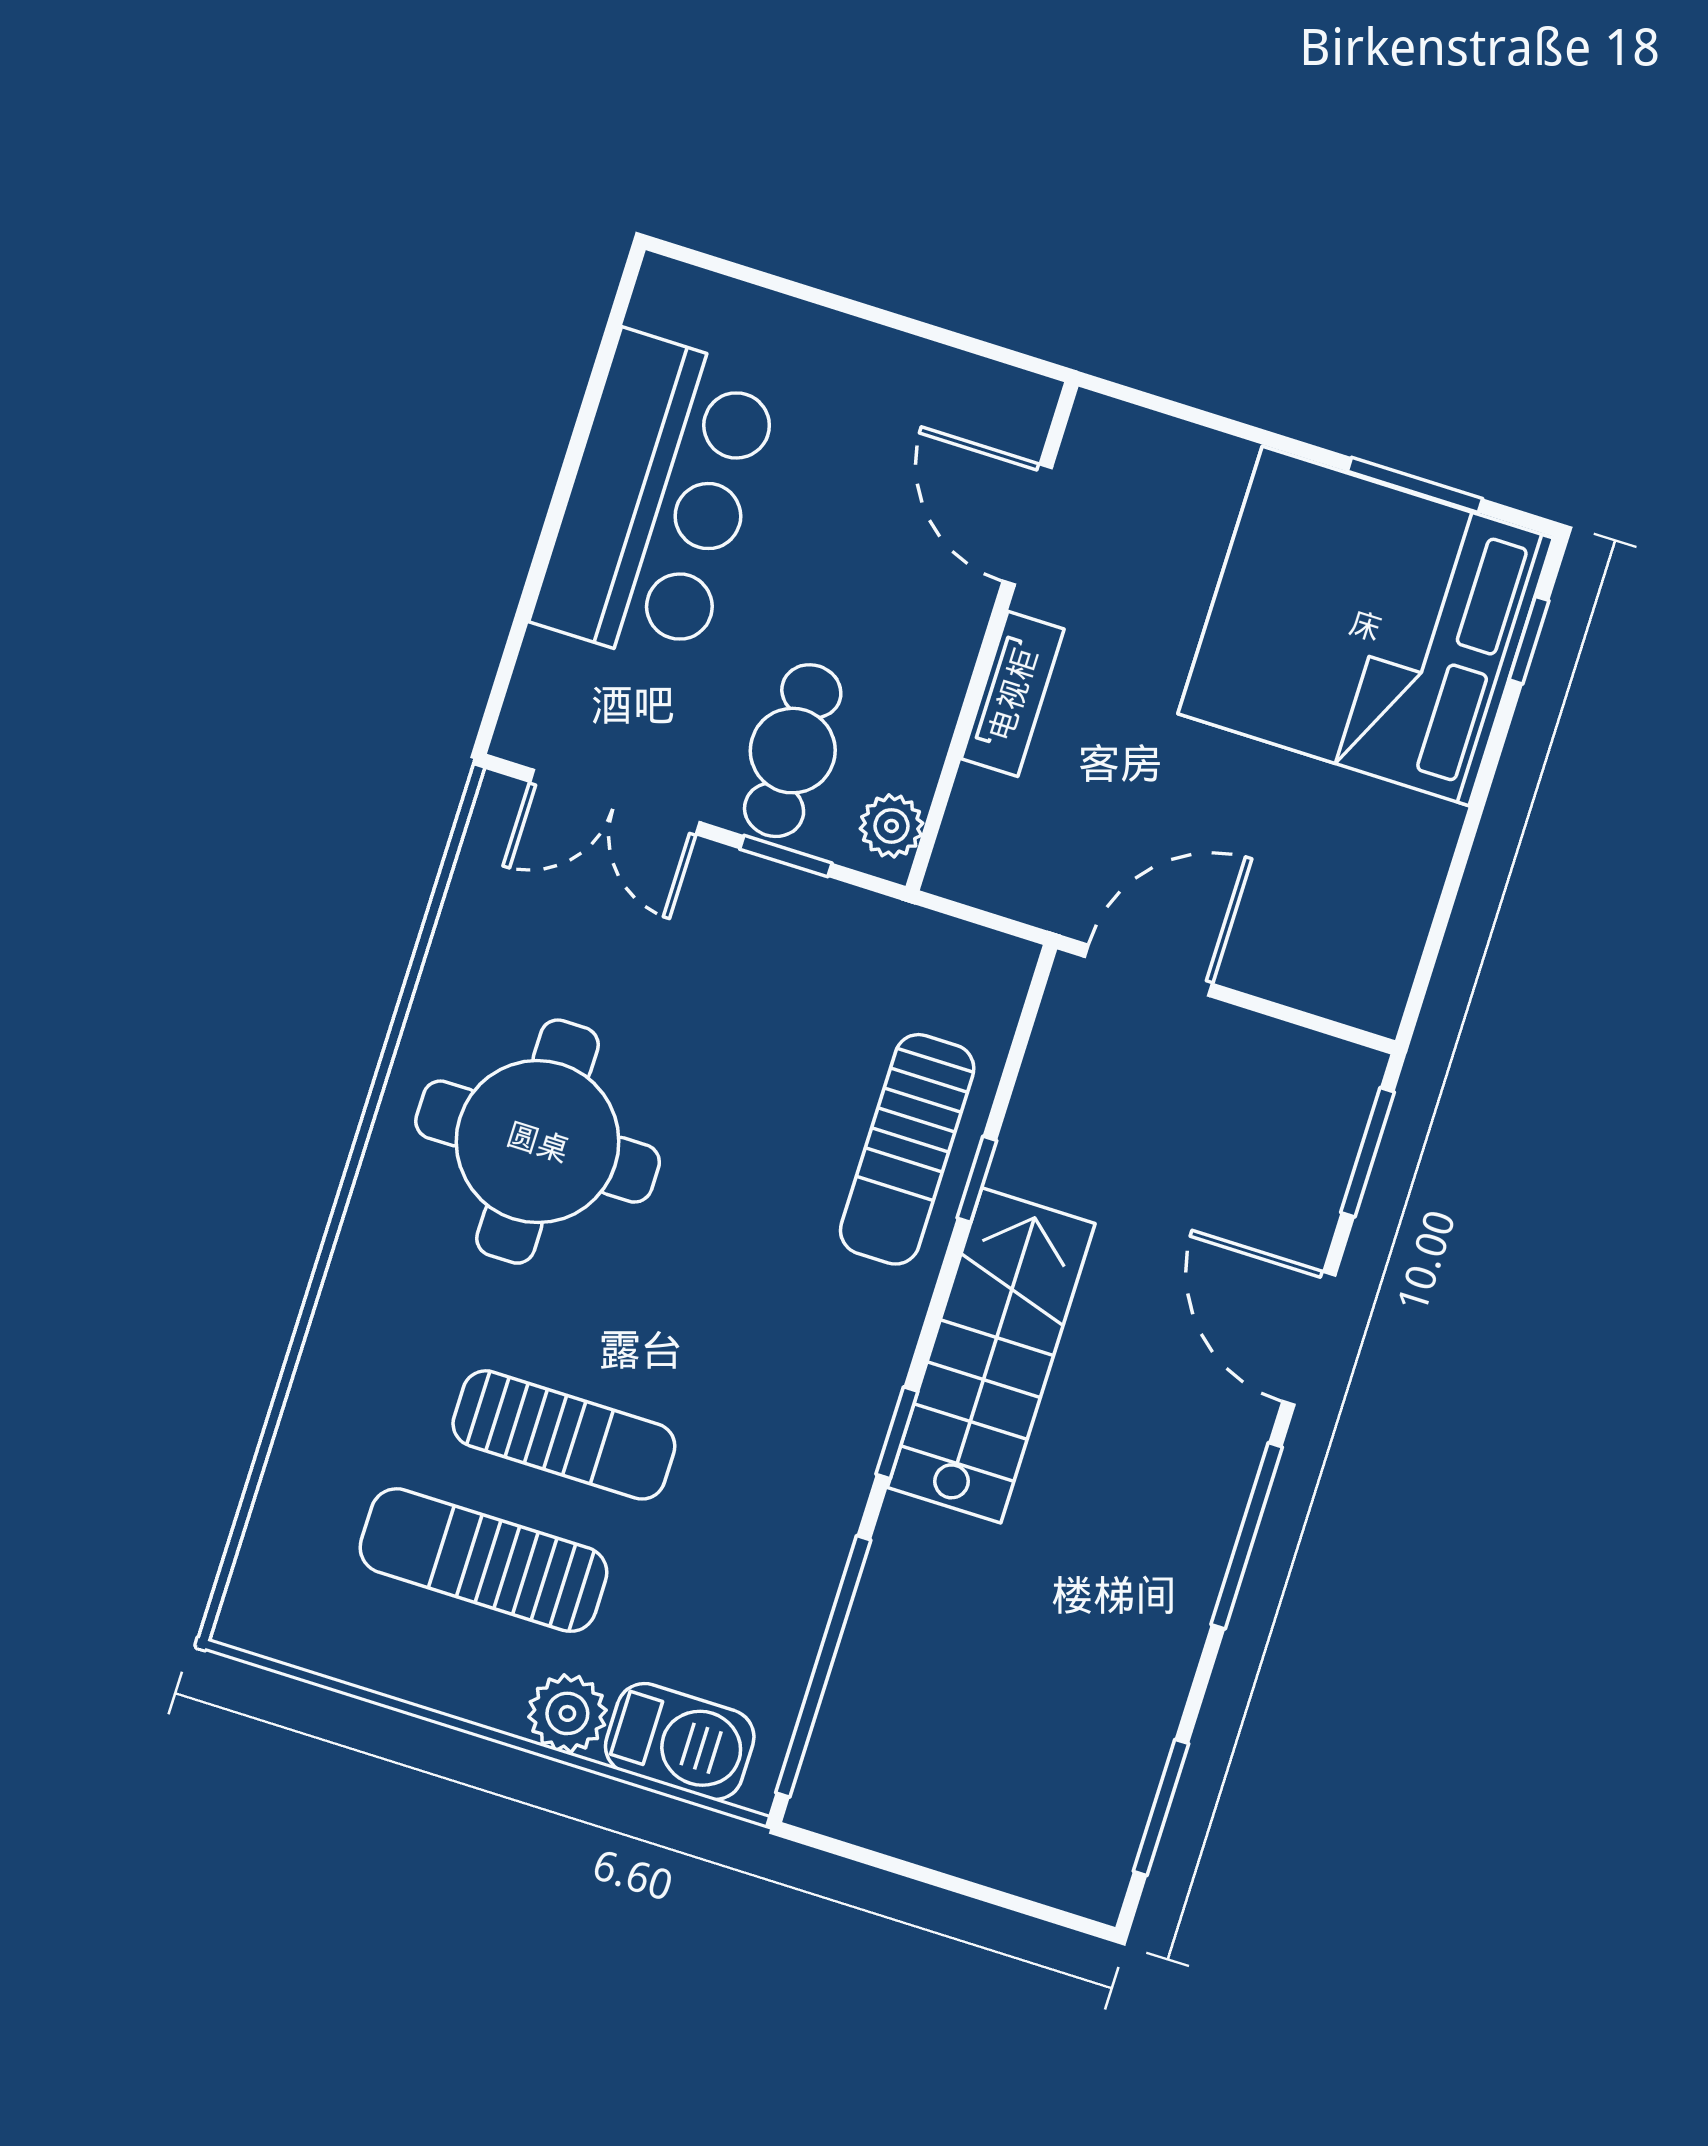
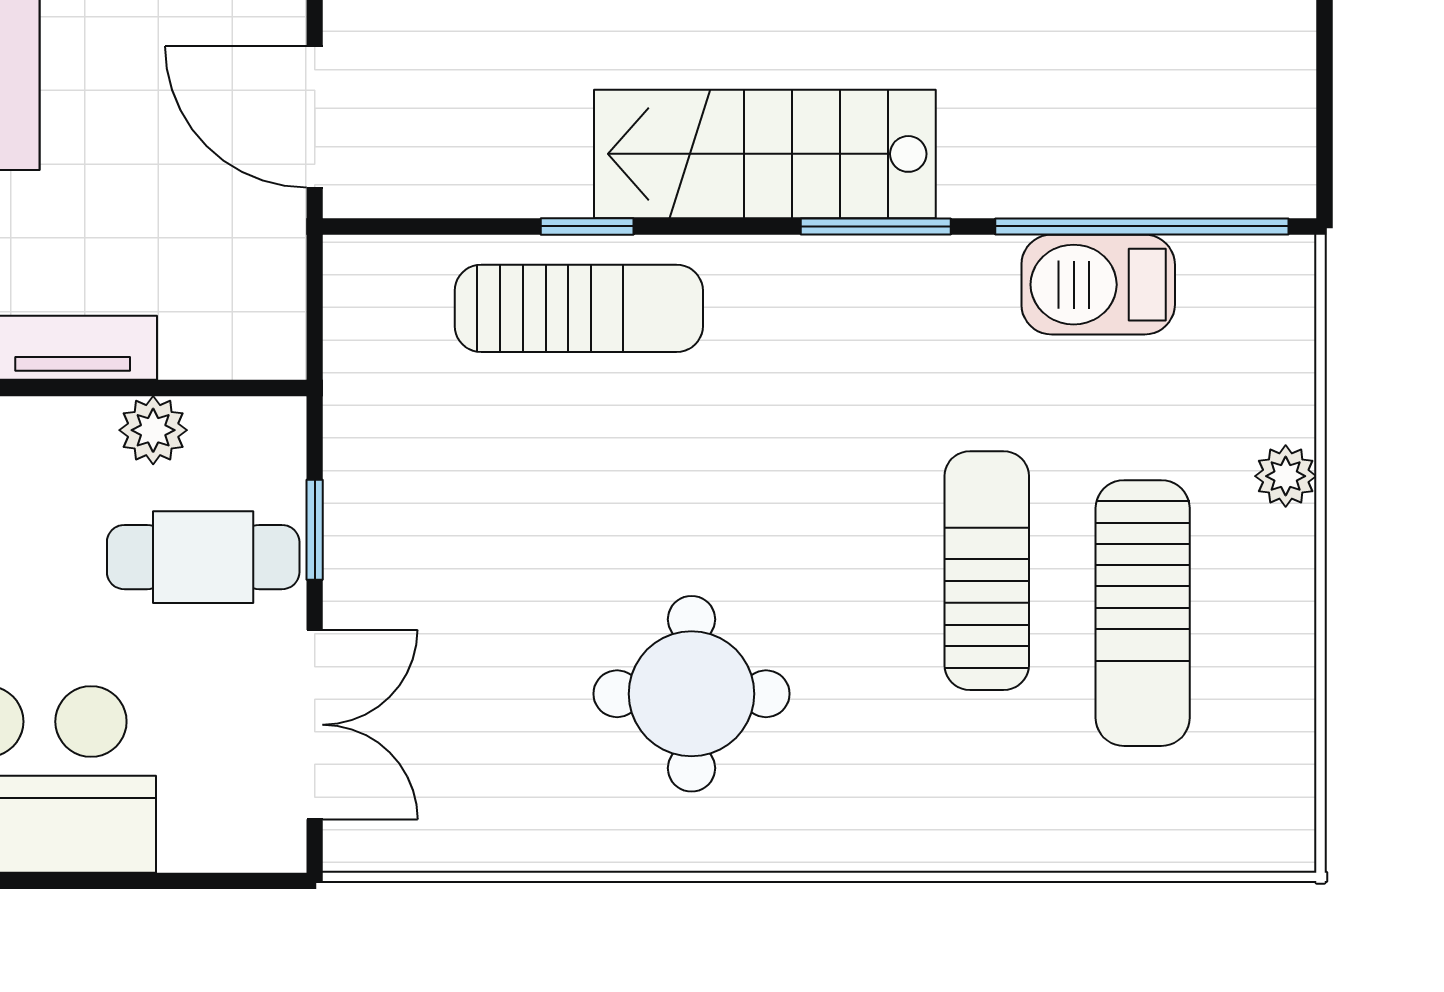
plant: (891, 826) -> (153, 430), moved
round table: (538, 1142) -> (691, 694), width x0.73, depth x0.73
window: (897, 1433) -> (876, 226), width x1.50
plant: (567, 1713) -> (1286, 476), width x0.73, depth x0.73
barbecue: (680, 1741) -> (1098, 285), moved, turned -90

